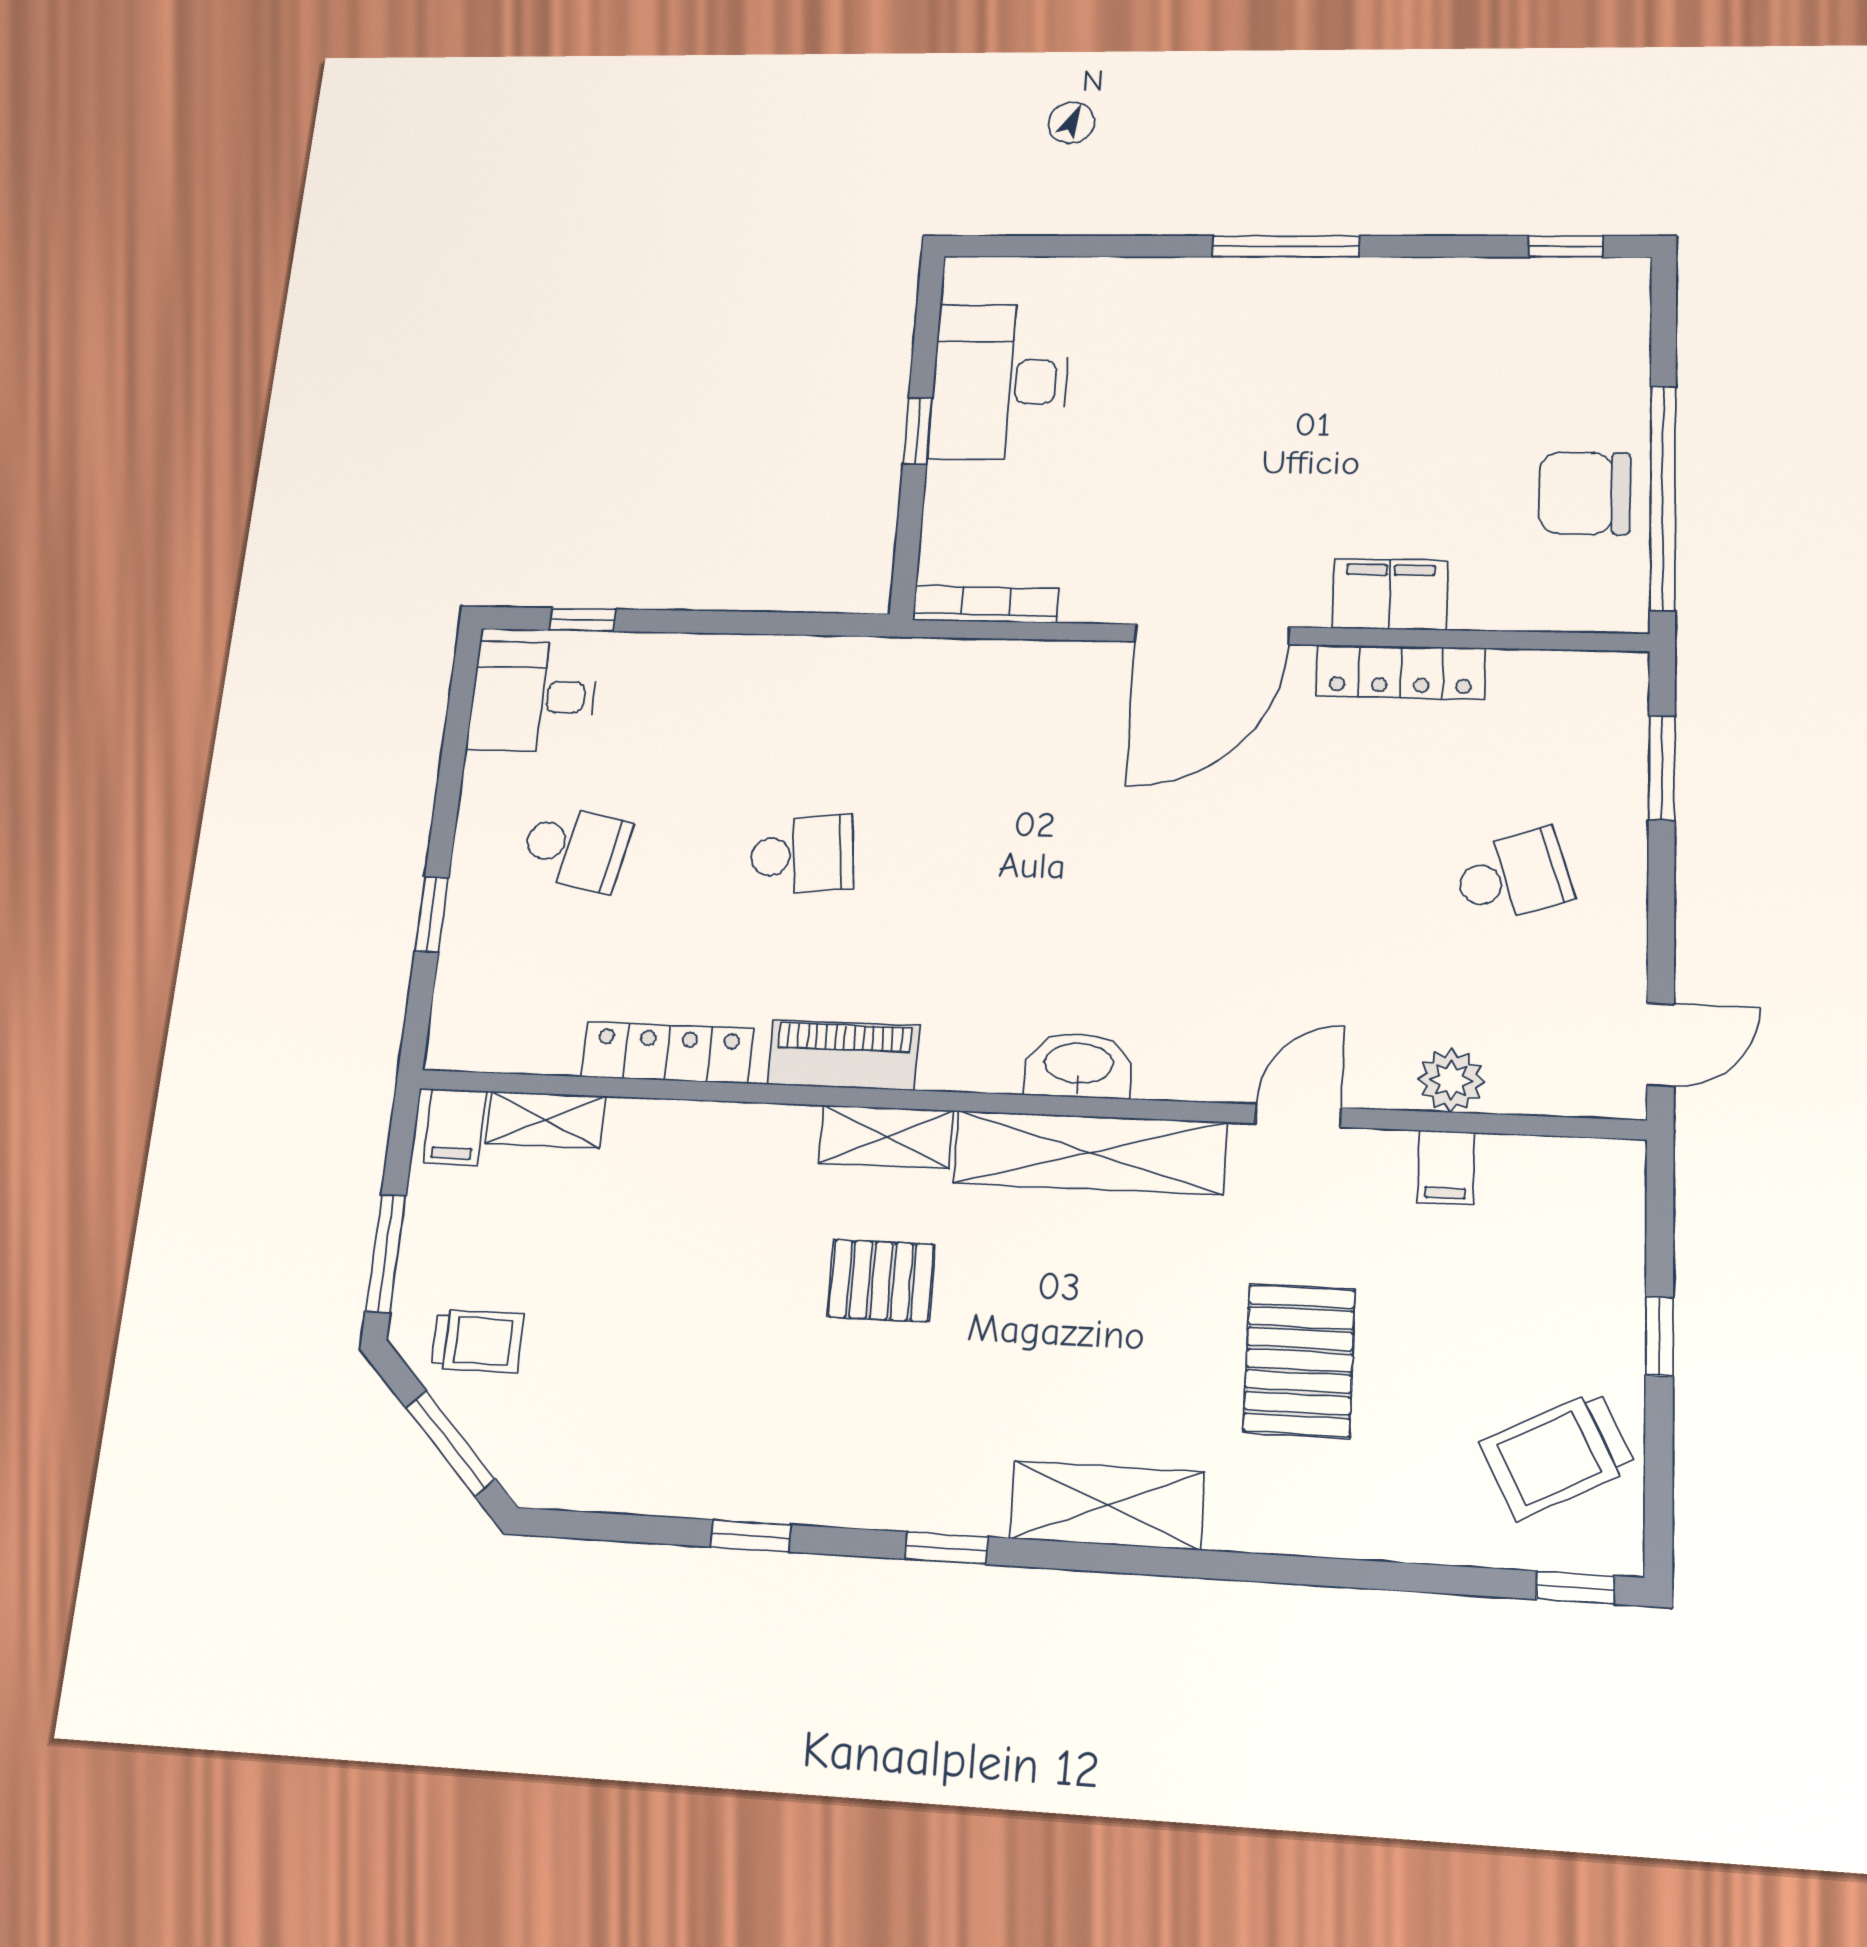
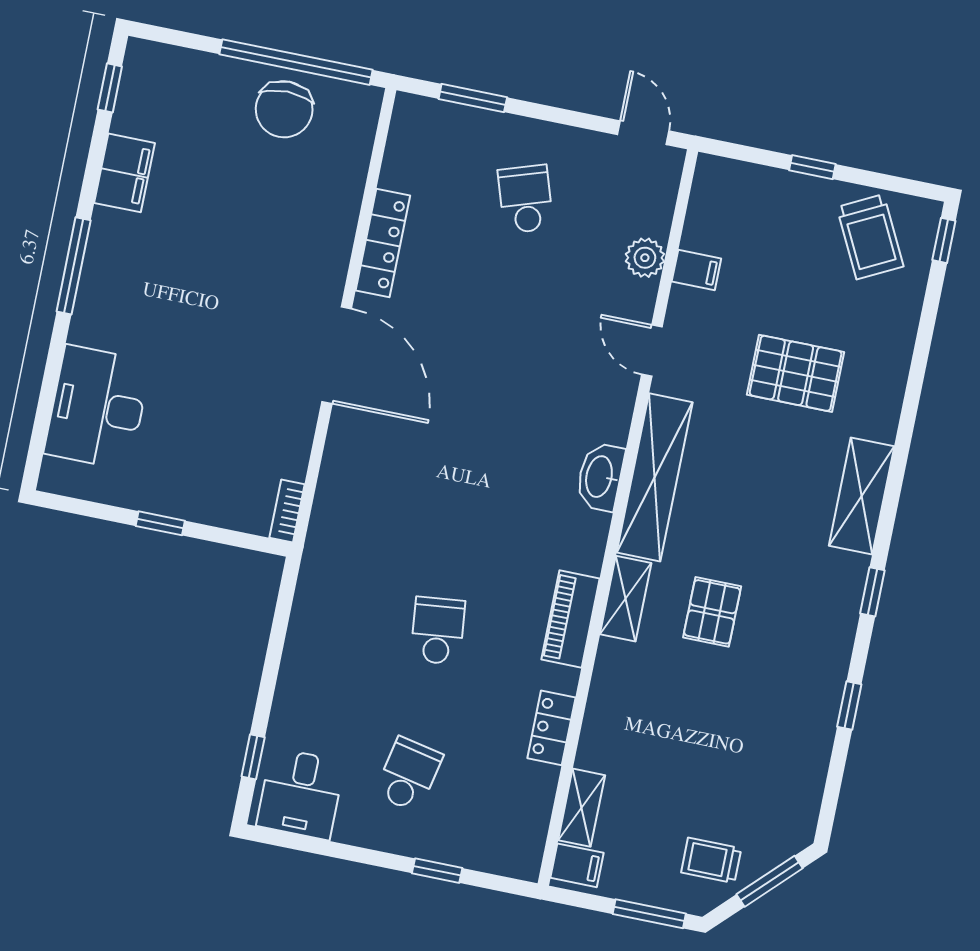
desk: (1000, 382) -> (98, 407), moved, turned 90
filing cabinet: (1390, 594) -> (124, 173), moved, turned 180
bookcase: (986, 604) -> (287, 511), width x0.64
locker: (668, 1053) -> (551, 728), width x0.66
trolley: (477, 1341) -> (711, 860), turned -90

